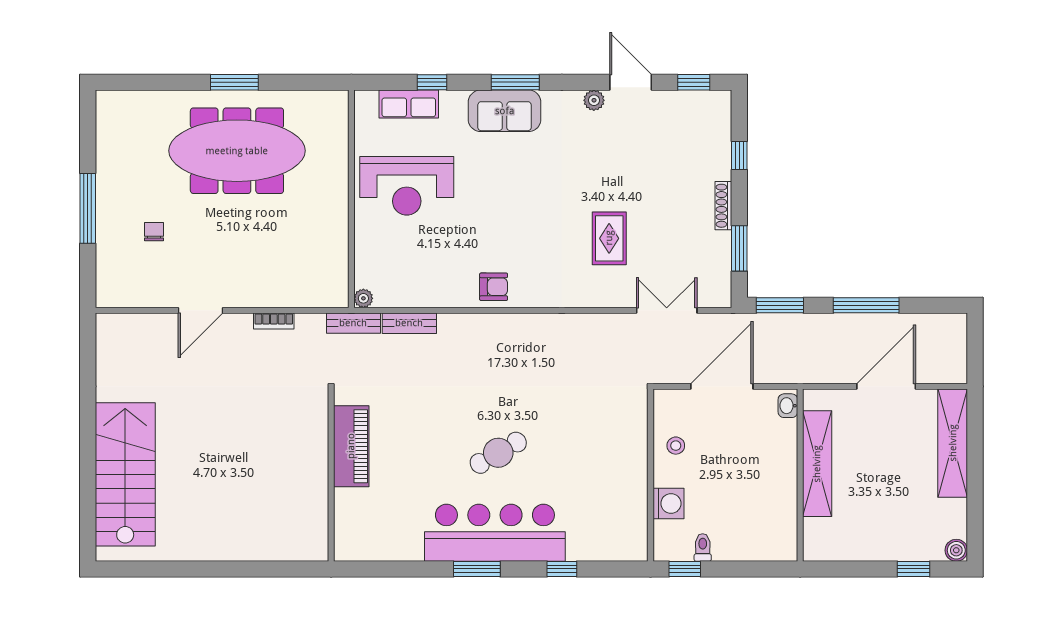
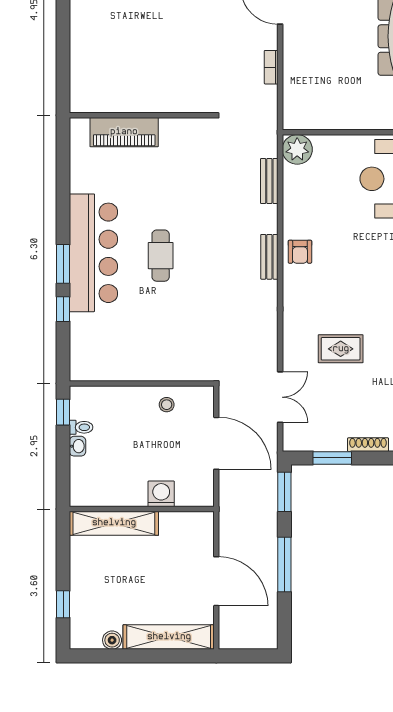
plant: (363, 298) -> (297, 149), width x1.87, depth x1.87
bench: (353, 323) -> (269, 257), moved
washbasin: (788, 406) -> (78, 446), moved, turned 90
piano: (351, 446) -> (124, 132), moved
cafe table: (498, 453) -> (161, 256), turned 30
shelving: (817, 464) -> (114, 523), moved
washing machine: (669, 503) -> (161, 494), moved, turned 180
boiler: (956, 550) -> (112, 640), moved
window: (477, 569) -> (63, 264), moved

